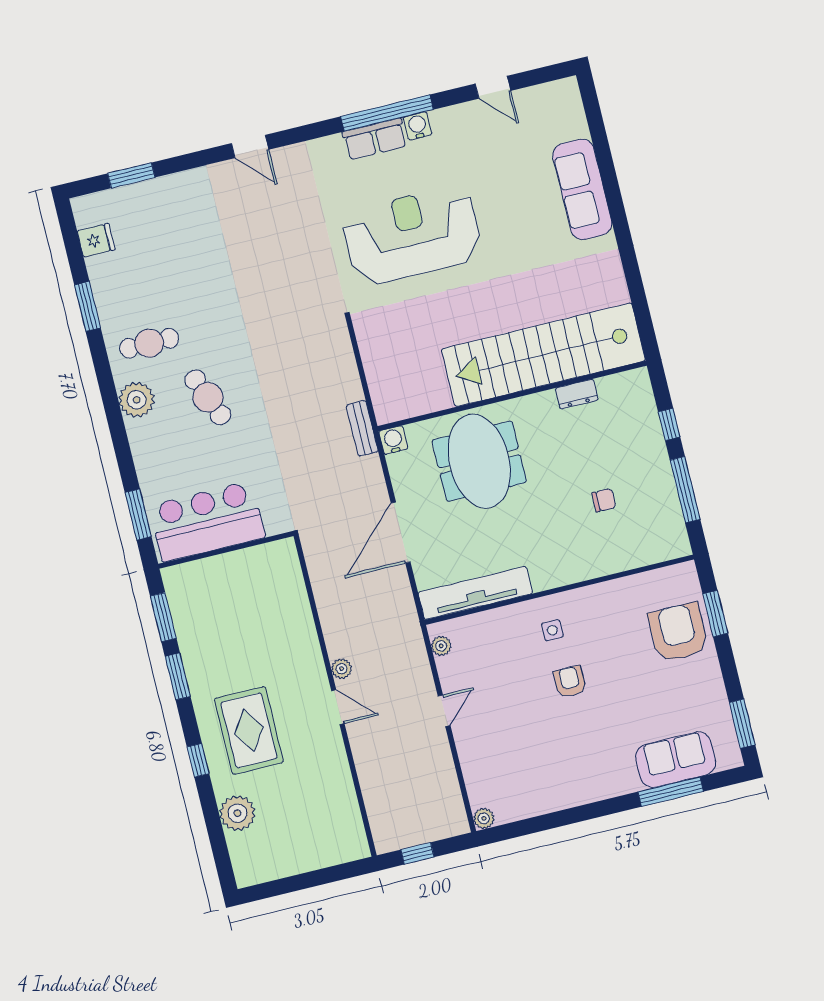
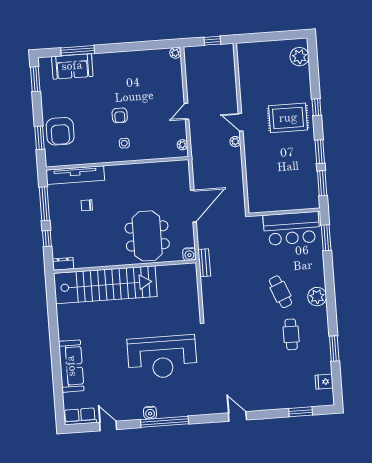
row of seats: (375, 139) -> (80, 416), moved
cafe table: (149, 343) -> (291, 334), moved, turned 90
dresser: (577, 394) -> (63, 264), moved
tv unit: (475, 593) -> (75, 175), moved
rug: (249, 730) -> (288, 118), turned 90
plant: (237, 813) -> (299, 57), moved

